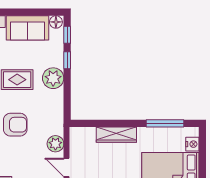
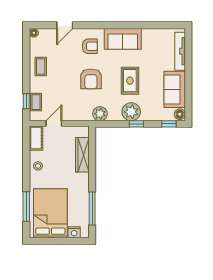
window: (67, 60) -> (136, 124), moved
wardrobe: (116, 135) -> (82, 155), moved
plant: (55, 144) -> (100, 114), moved

